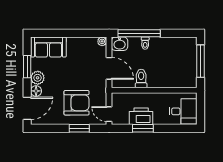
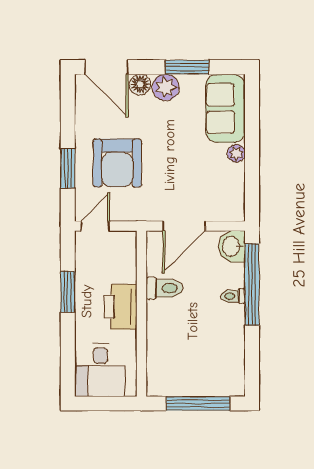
plant: (102, 41) -> (236, 153), moved
printer: (141, 116) -> (121, 307), moved, turned 180

